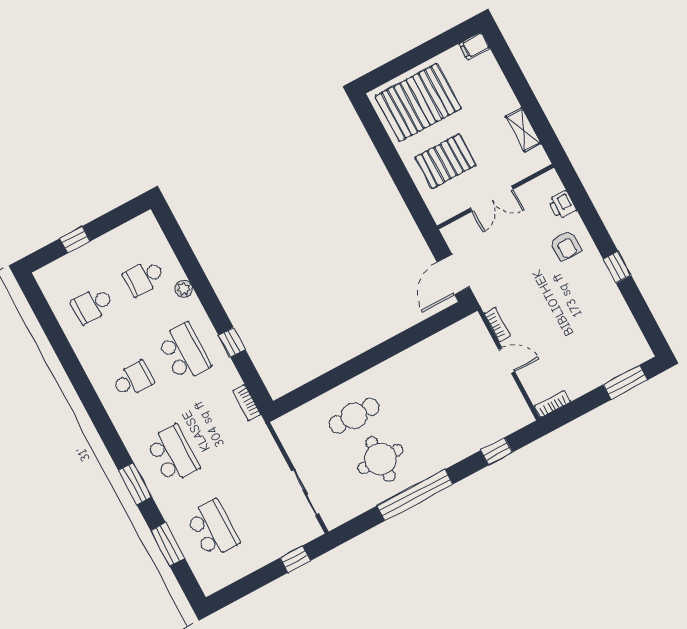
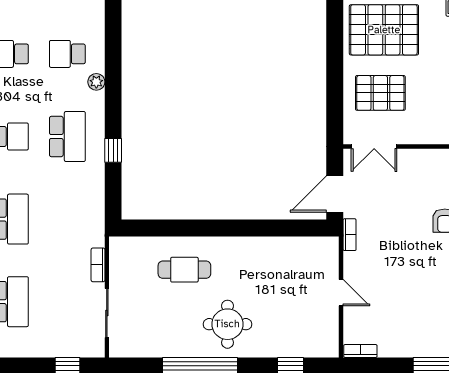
double door: (492, 199) -> (374, 146), moved
bookcase: (497, 325) -> (350, 235), moved
bookcase: (247, 402) -> (98, 265), moved
round table: (380, 459) -> (227, 324), moved

